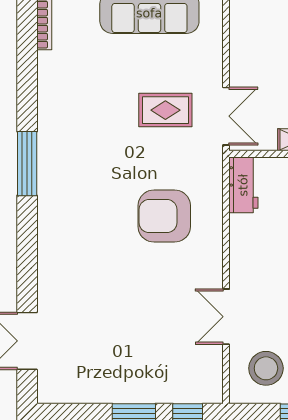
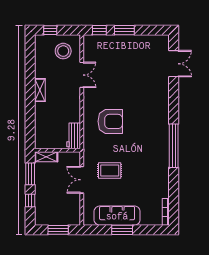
double door: (226, 116) -> (82, 180), moved
window: (27, 164) -> (174, 146), width x1.46

